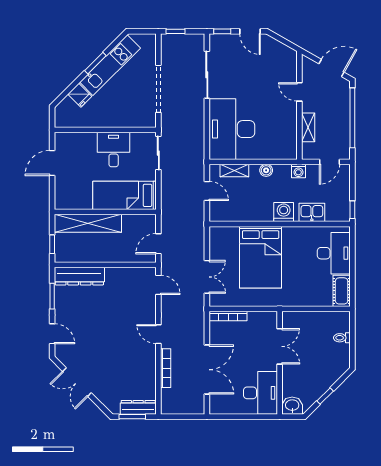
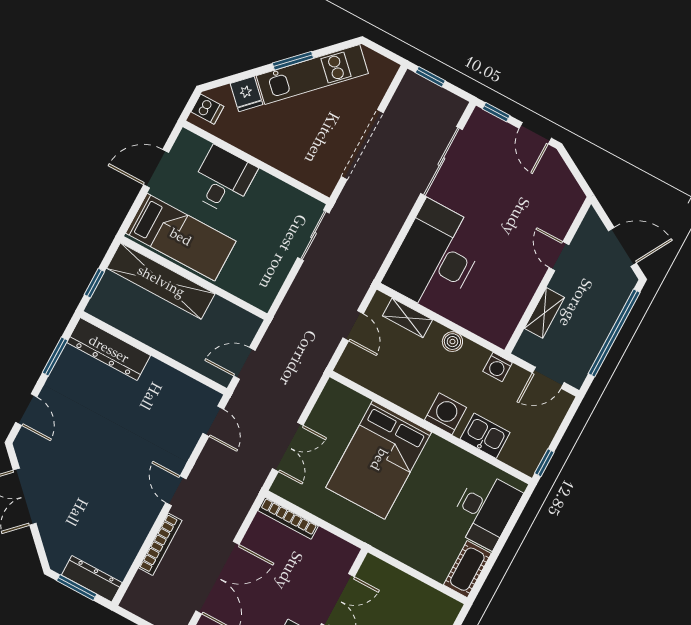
dishwasher: (63, 115) -> (207, 109), added
desk: (114, 150) -> (223, 180), moved
bed: (124, 195) -> (181, 237), moved, turned 180

